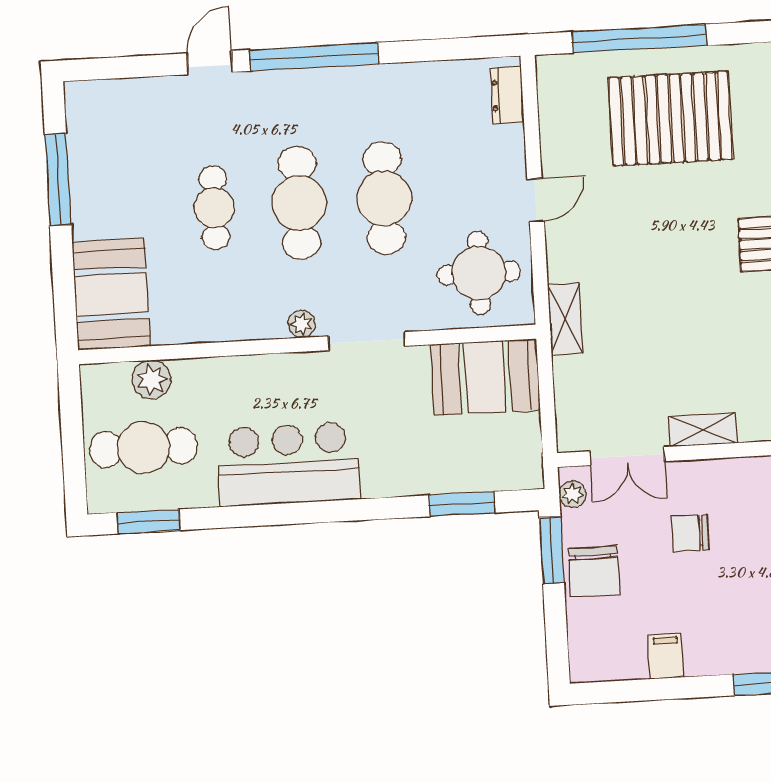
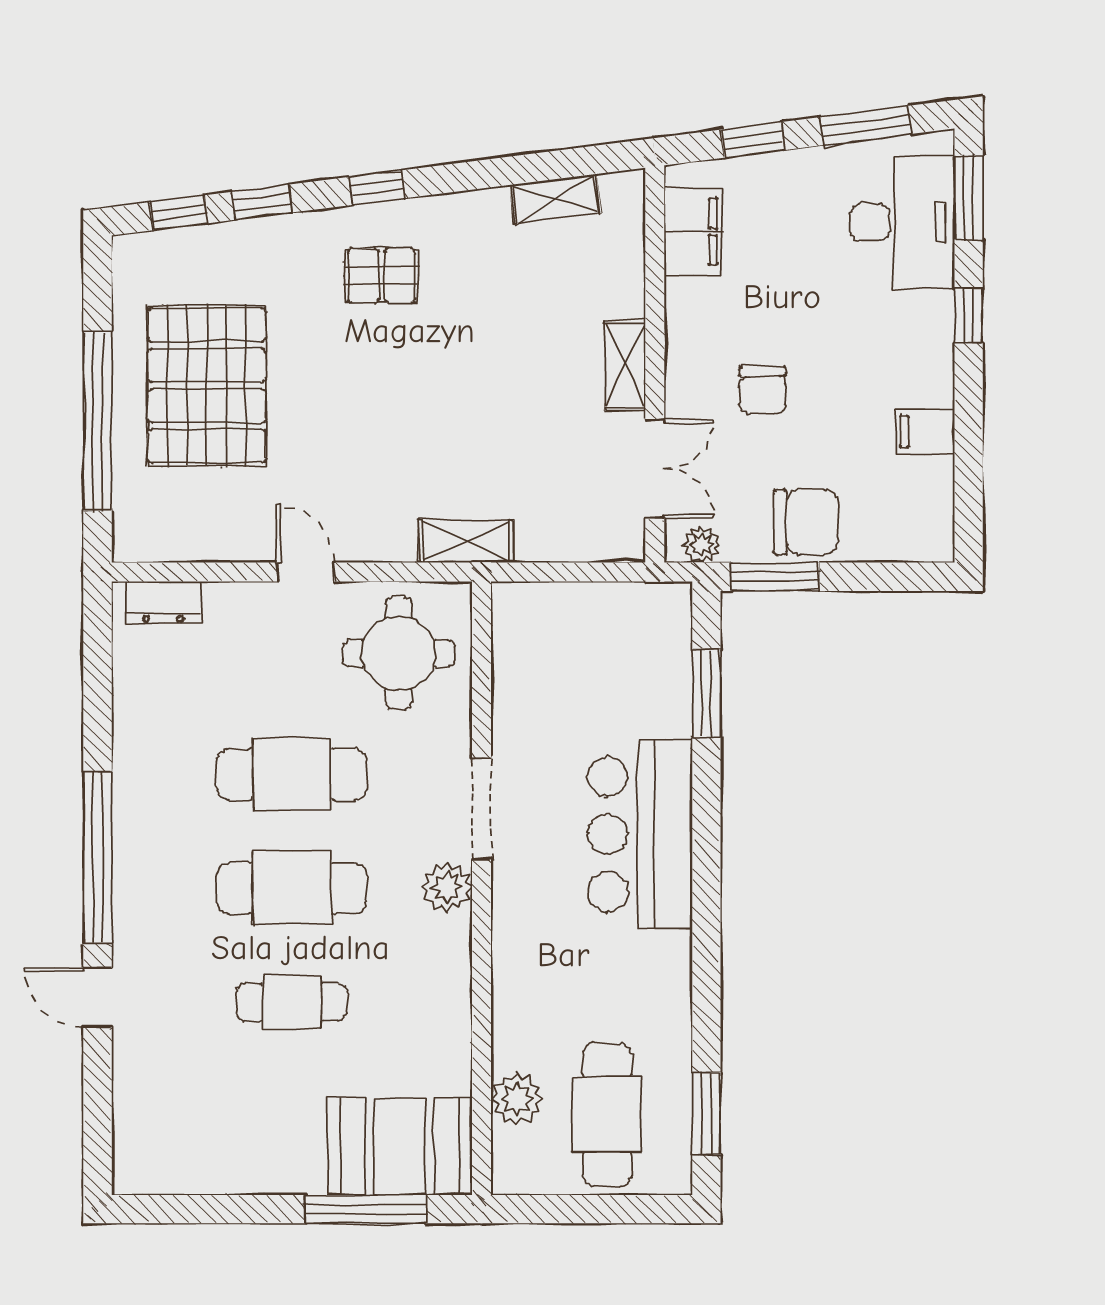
window: (58, 179) -> (366, 1209), moved
plant: (302, 324) -> (447, 887), width x1.38, depth x1.38
booth: (485, 377) -> (539, 653), removed
bar counter: (288, 464) -> (640, 834), moved

